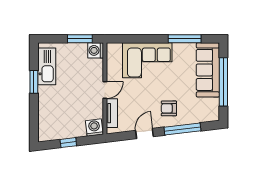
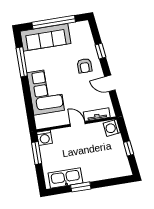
window: (182, 129) -> (101, 51), width x0.46

